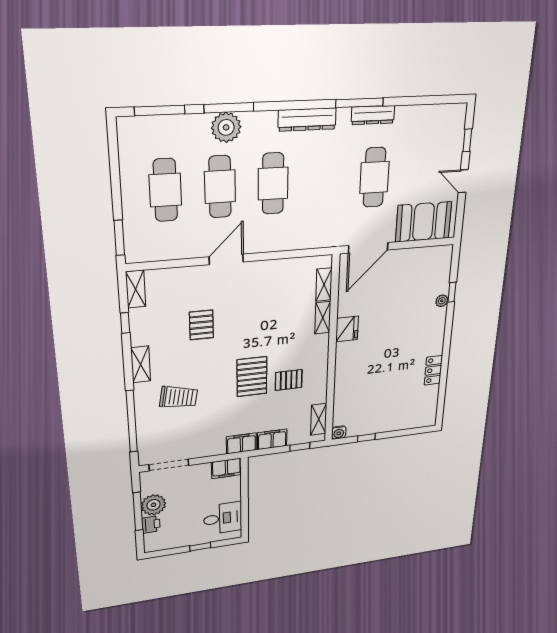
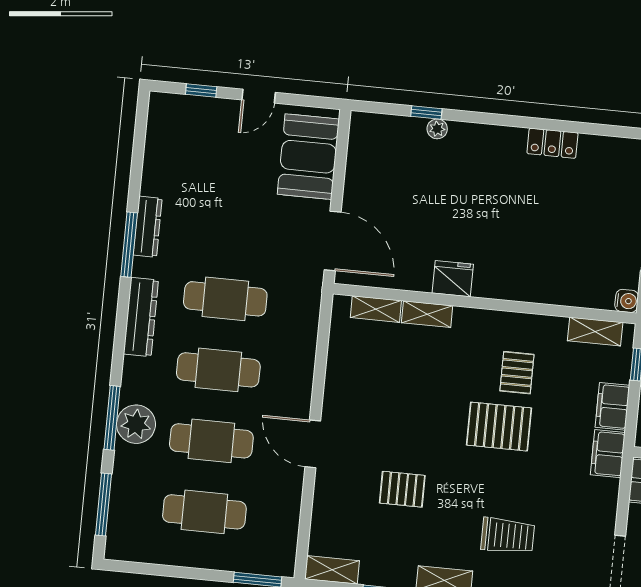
cafe table: (374, 177) -> (225, 299), moved
trolley: (179, 397) -> (508, 536), turned 80

